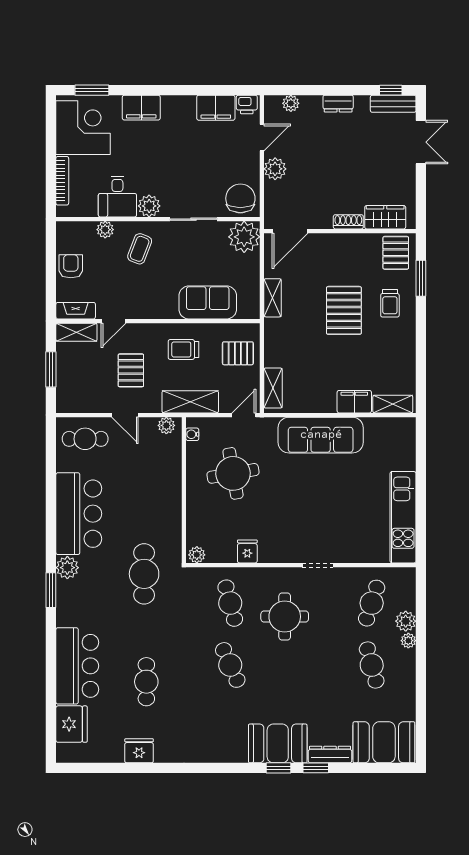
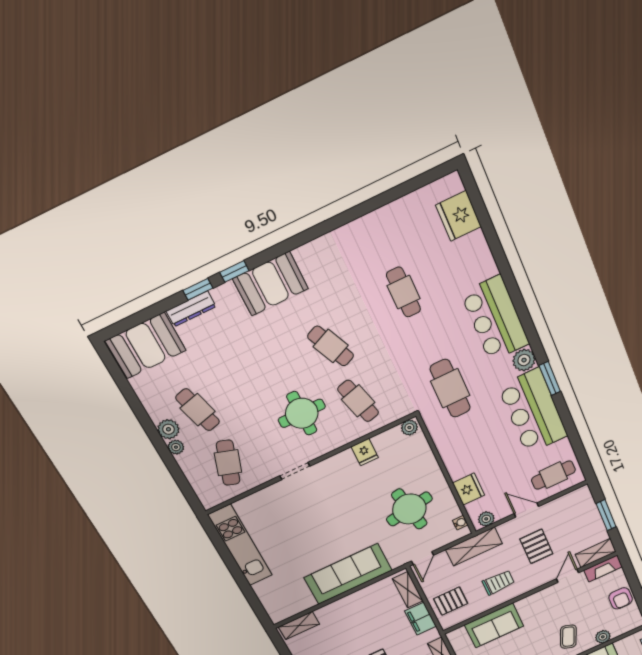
filing cabinet: (354, 402) -> (420, 619), moved, turned 90
window: (51, 590) -> (550, 378), moved
plant: (406, 621) -> (168, 429), moved
bar counter: (77, 666) -> (495, 319), moved
booth: (278, 743) -> (270, 284), moved
fridge: (139, 751) -> (469, 489), moved, turned -90

